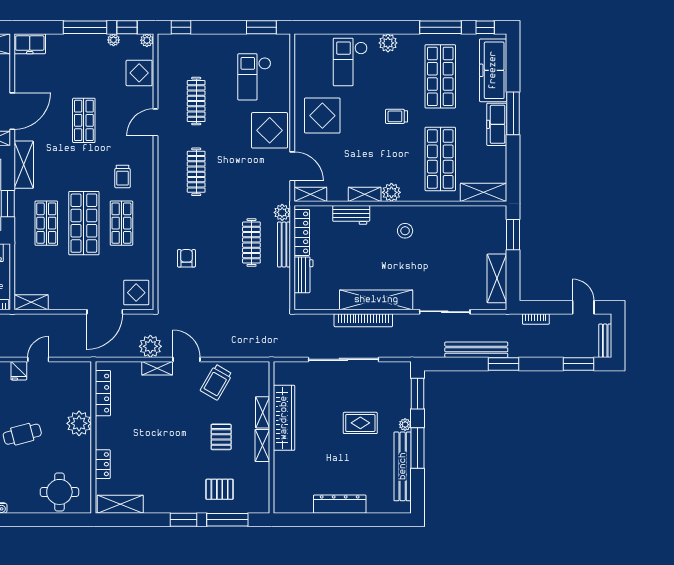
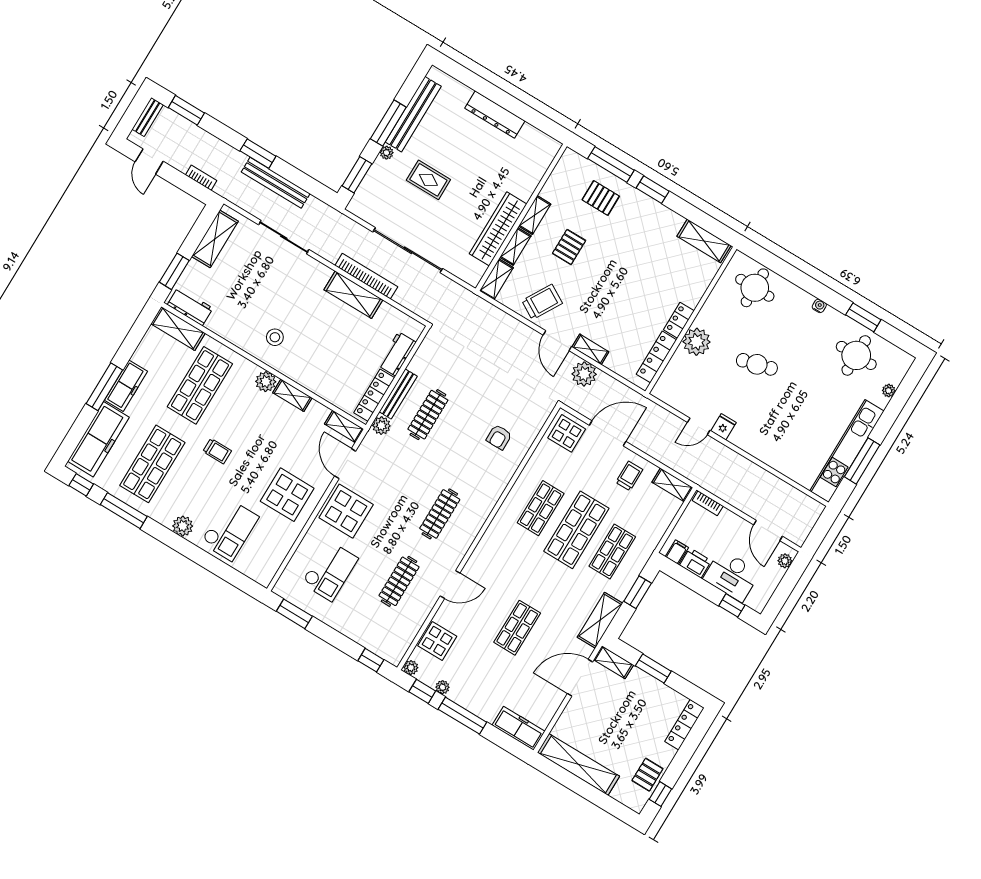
freezer: (30, 44) -> (519, 728), width x1.40
trolley: (122, 177) -> (629, 476), moved
workbench: (351, 215) -> (190, 306), moved
shelving: (376, 300) -> (353, 295), width x0.68
shelving: (262, 378) -> (496, 279), added
locker: (103, 464) -> (679, 320), moved

